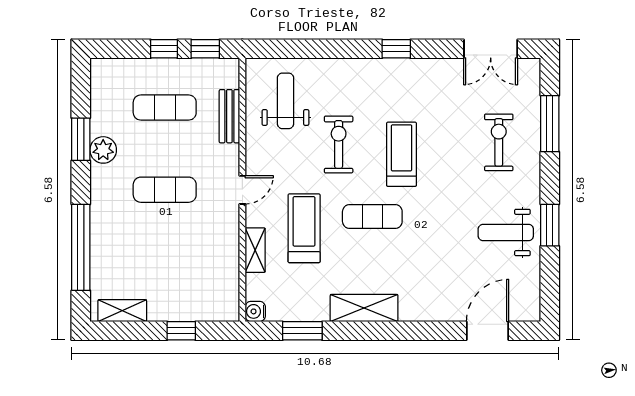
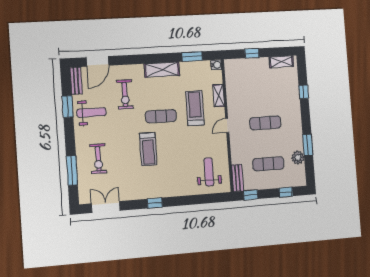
window: (164, 49) -> (286, 192), moved
weight bench: (285, 101) -> (209, 172), turned 180
bench: (229, 116) -> (237, 178), moved
exercise bike: (339, 144) -> (125, 94), moved
plant: (103, 150) -> (298, 158), moved
window: (550, 225) -> (68, 107), moved
treadmill: (304, 228) -> (195, 108), turned 180
window: (81, 247) -> (304, 92), width x0.32
bench: (531, 295) -> (76, 81), added

